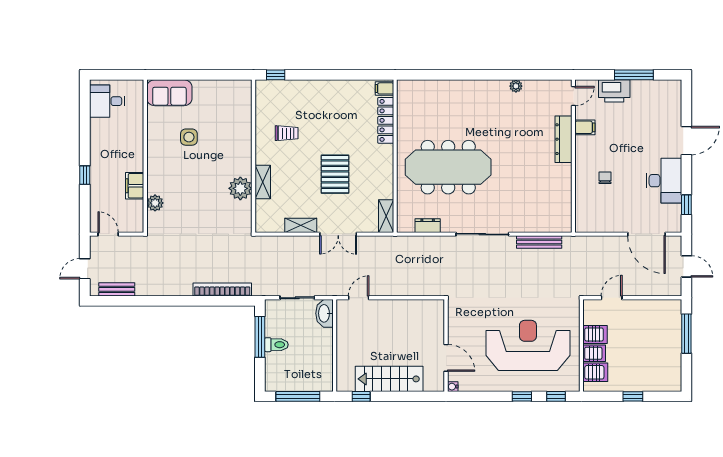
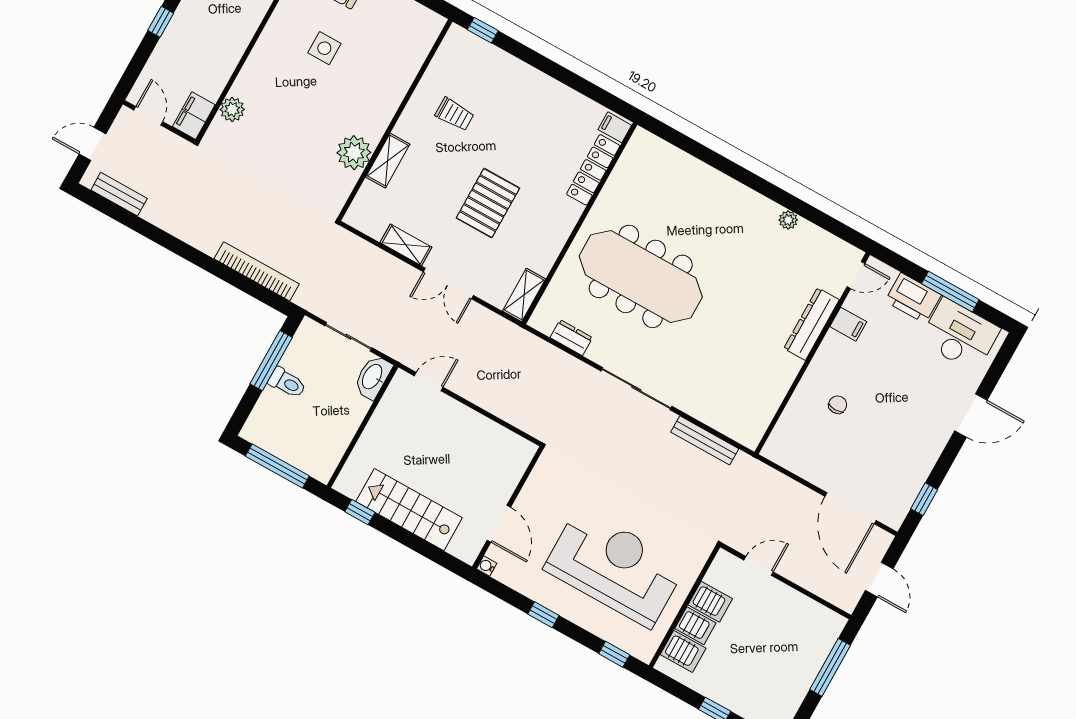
desk: (664, 181) -> (960, 335), moved, turned -90
filing cabinet: (135, 186) -> (194, 116), moved
window: (522, 396) -> (543, 615), moved

